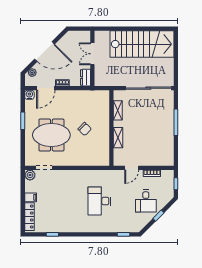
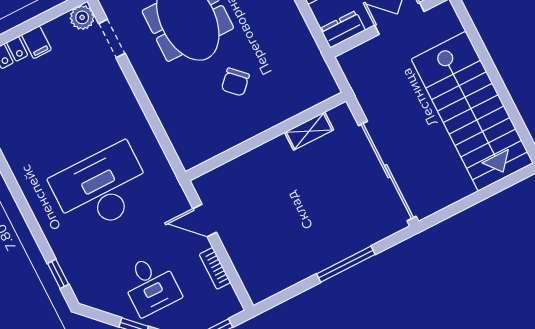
shelving: (118, 138) -> (253, 160), removed
desk: (99, 201) -> (101, 189), width x1.36, depth x1.30
desk: (146, 201) -> (151, 285), turned -90

